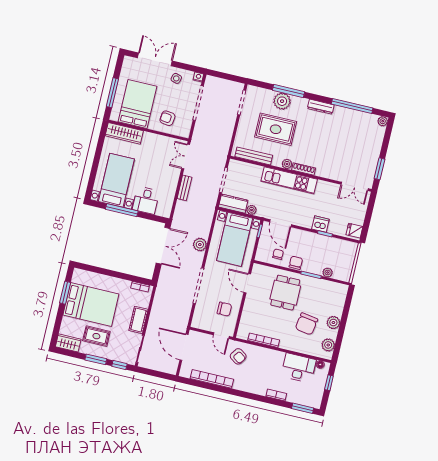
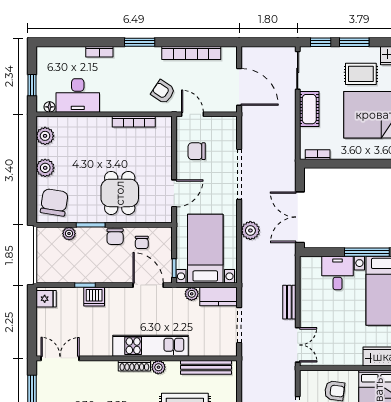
door: (247, 283) -> (174, 193), hinge flipped
chair: (306, 324) -> (54, 202), moved
window: (303, 408) -> (140, 42), moved

